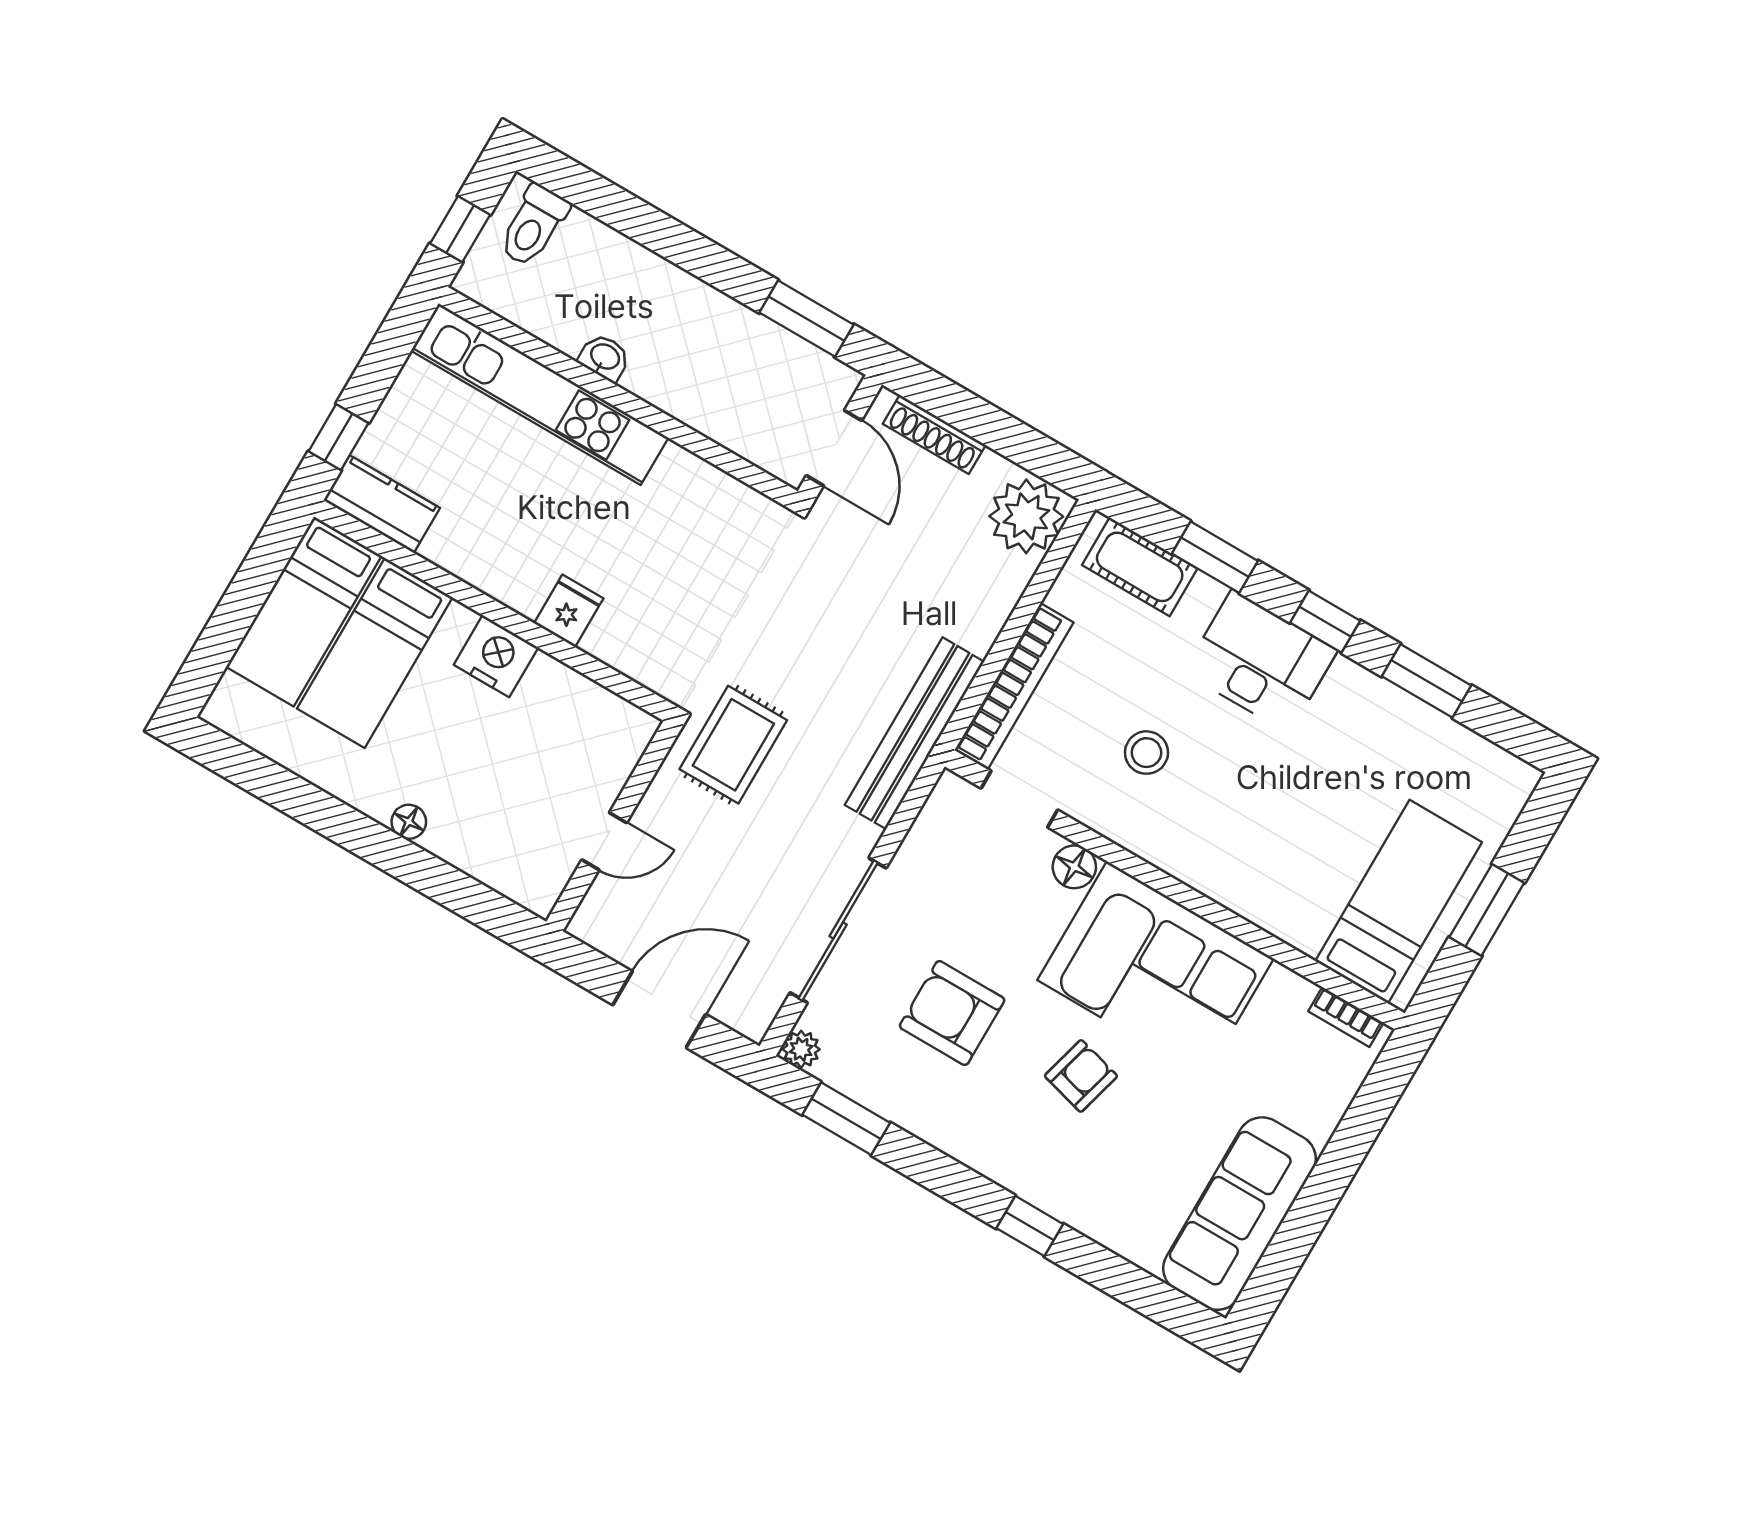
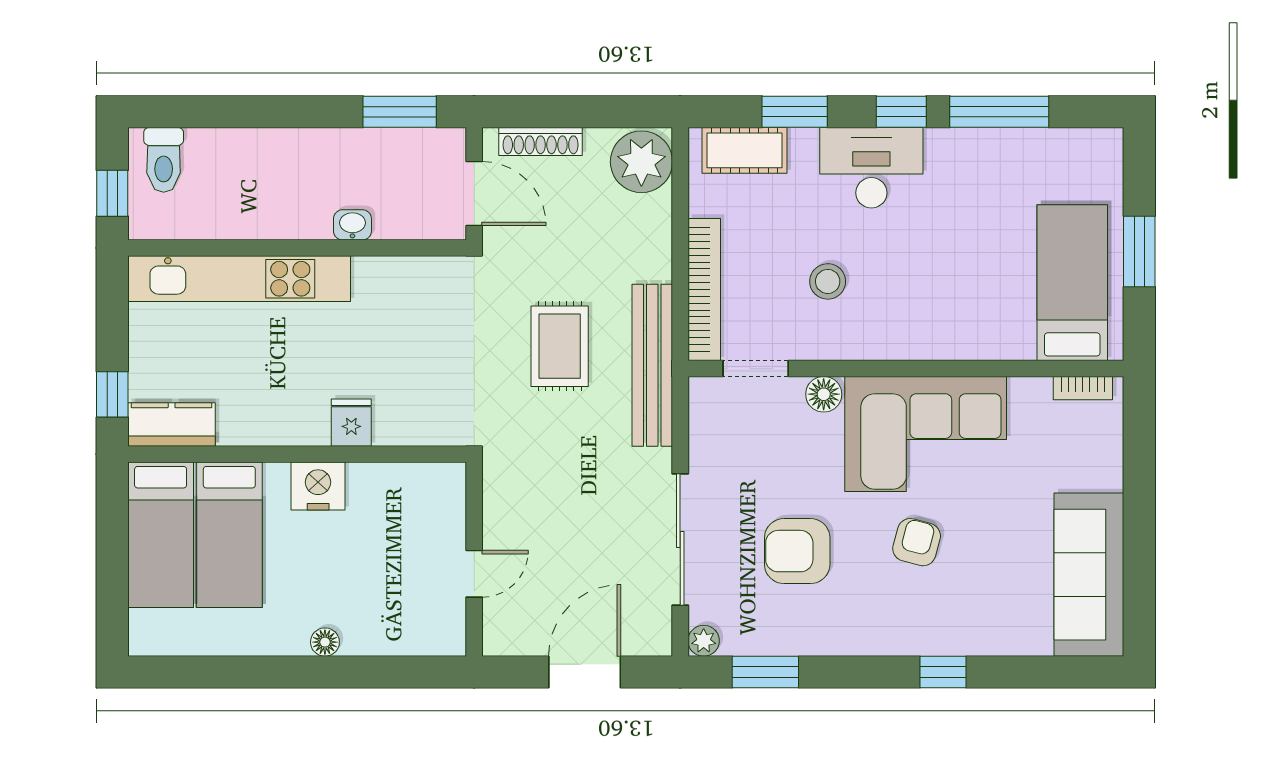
washbasin: (605, 357) -> (352, 225), moved
window: (1427, 681) -> (999, 112), width x1.44
rug: (733, 745) -> (560, 346), moved

